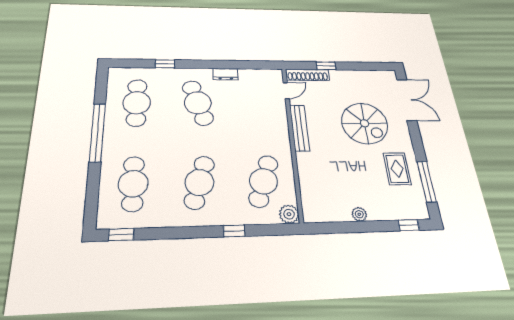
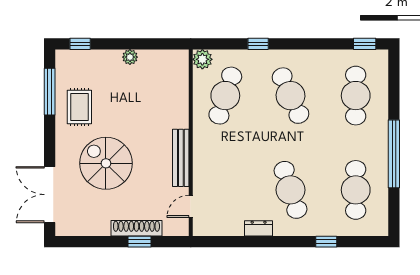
shoe rack: (307, 75) -> (136, 228), moved
cafe table: (199, 182) -> (290, 96), turned -39

